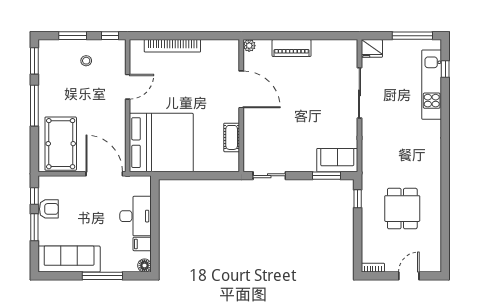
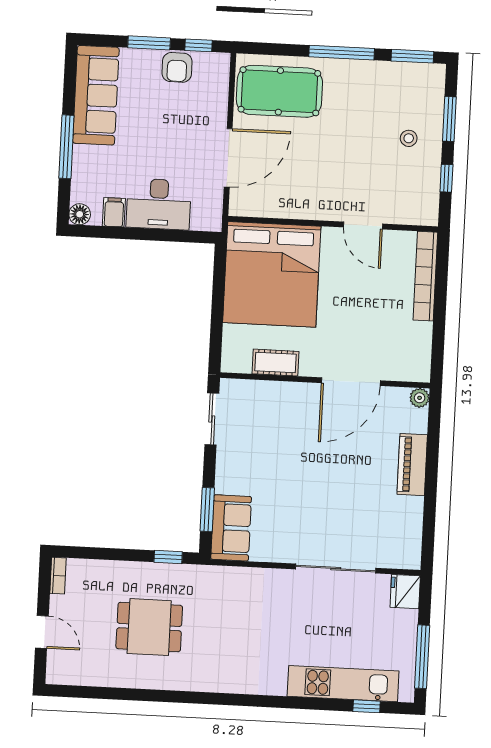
door: (128, 87) -> (363, 225), moved
wall: (128, 106) -> (333, 224), moved
bed: (161, 143) -> (272, 274), moved

